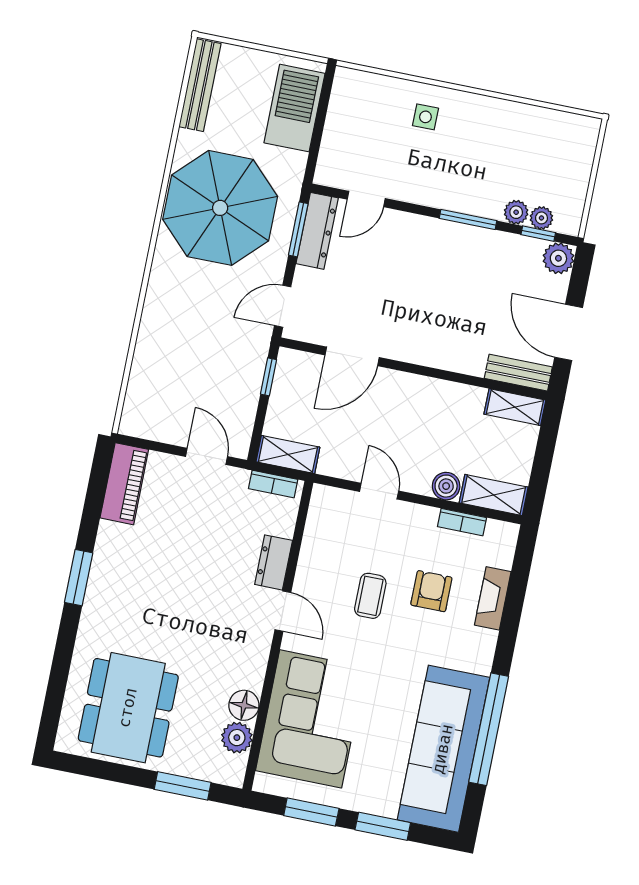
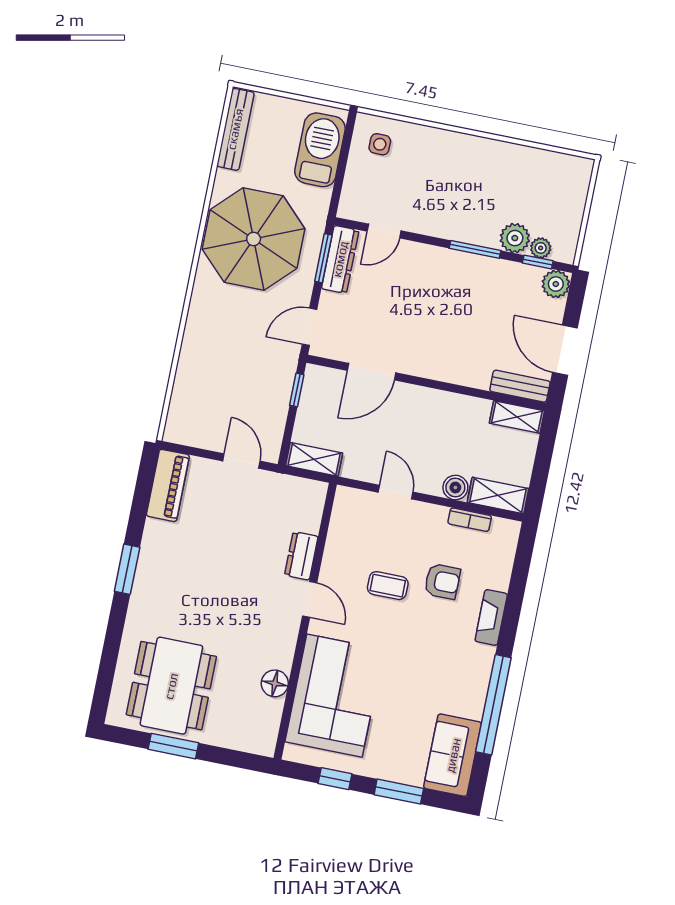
side table: (425, 117) -> (380, 144), moved
plant: (516, 212) -> (515, 238), width x1.38, depth x1.38
bookcase: (273, 484) -> (301, 486), removed
armchair: (431, 591) -> (442, 581), turned 90
coffee table: (370, 596) -> (388, 586), turned 90
fireplace: (493, 598) -> (491, 617), moved
plant: (237, 738) -> (268, 712), removed
sofa: (443, 749) -> (453, 755), width x0.54, depth x0.79
window: (183, 786) -> (173, 746), moved
window: (311, 812) -> (335, 779), width x0.67

